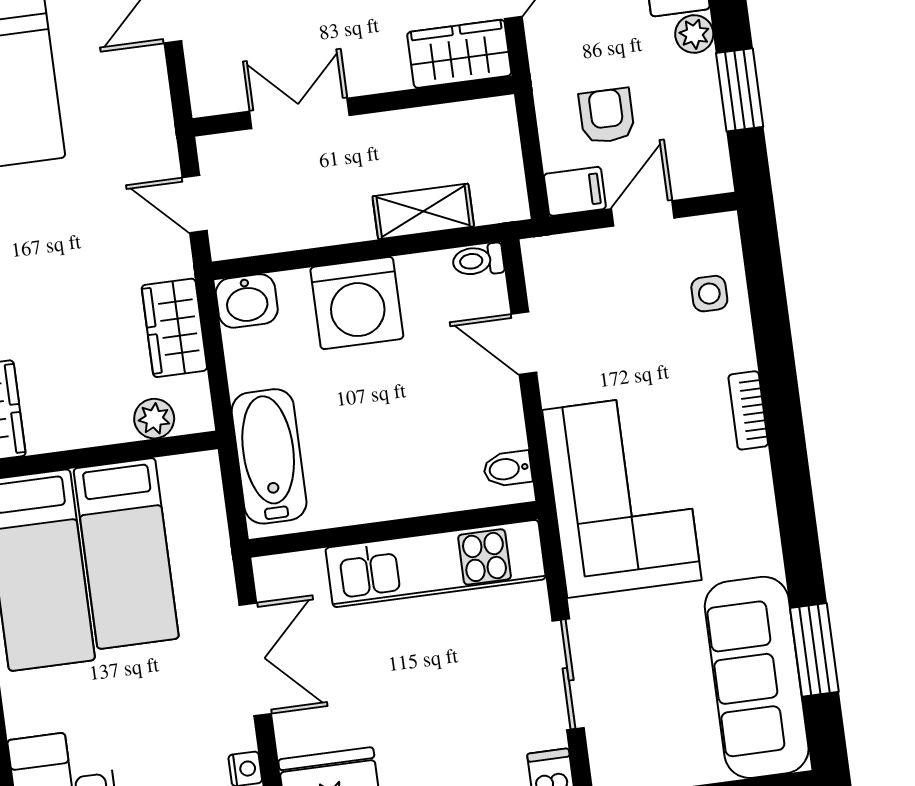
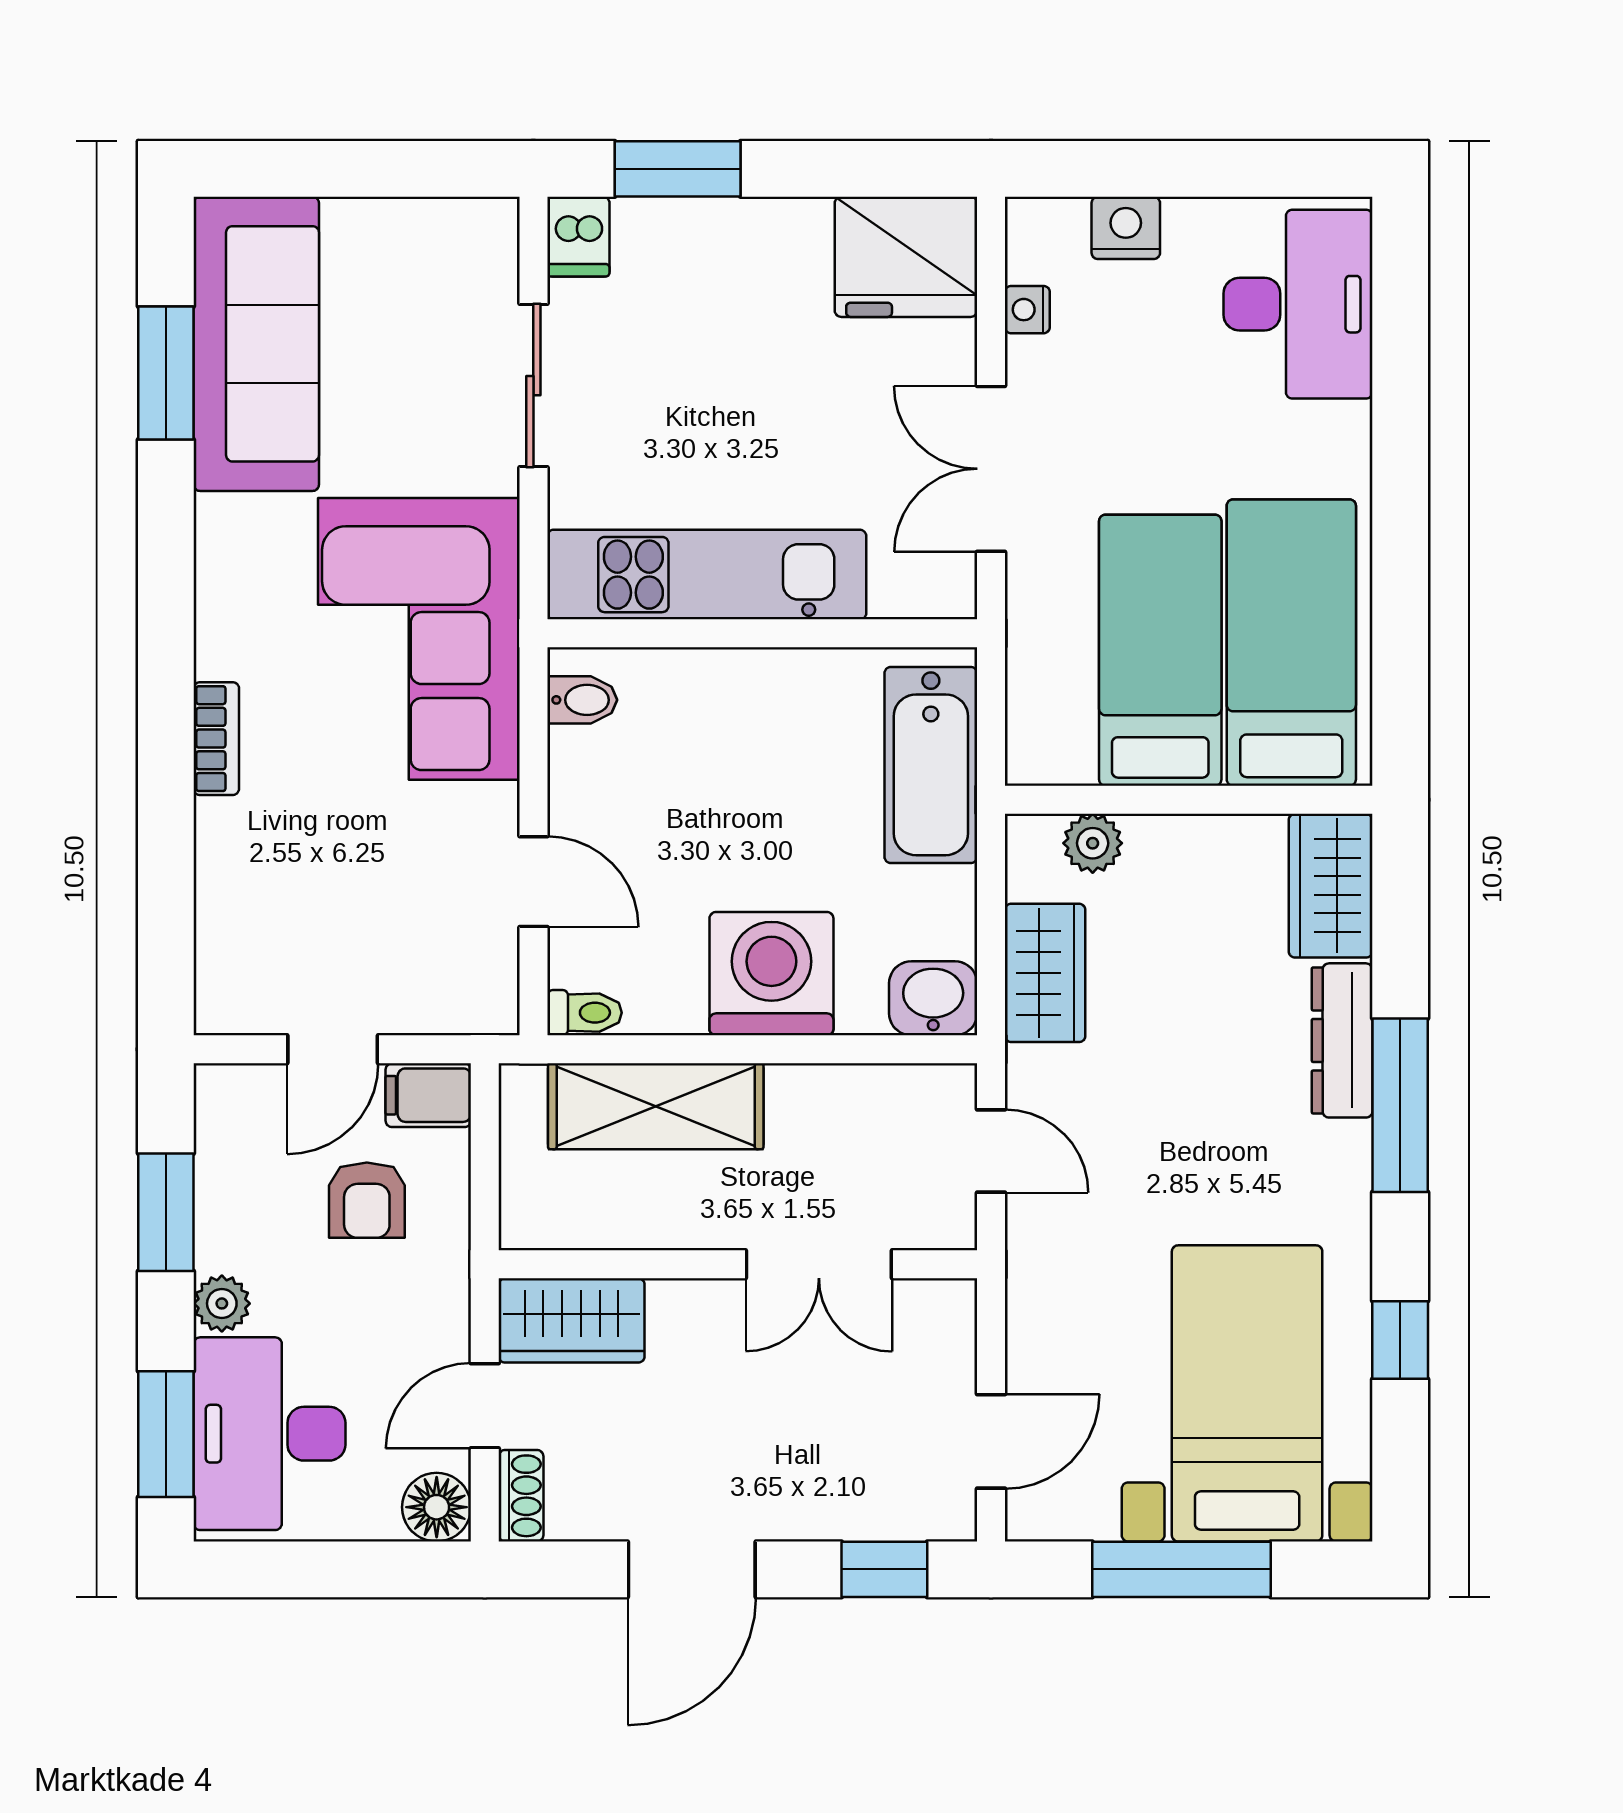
shelving: (423, 211) -> (656, 1106), width x1.50, depth x1.33
side table: (709, 294) -> (251, 918), removed

